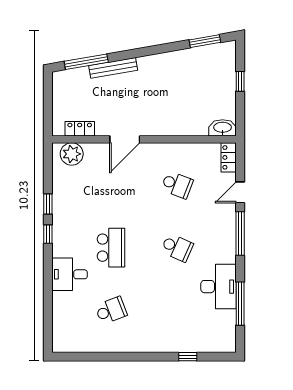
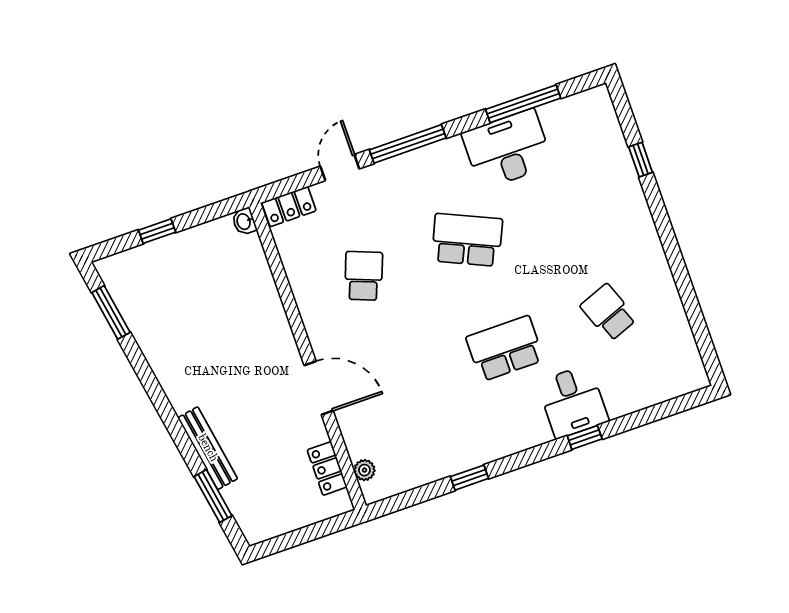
window: (86, 62) -> (213, 496), width x0.69
washbasin: (223, 128) -> (244, 221), width x0.52, depth x0.69
plant: (72, 154) -> (364, 470), width x0.53, depth x0.53
door: (240, 192) -> (340, 168), swing flipped
window: (48, 234) -> (585, 437), moved
school desk: (177, 248) -> (467, 240), width x1.85

